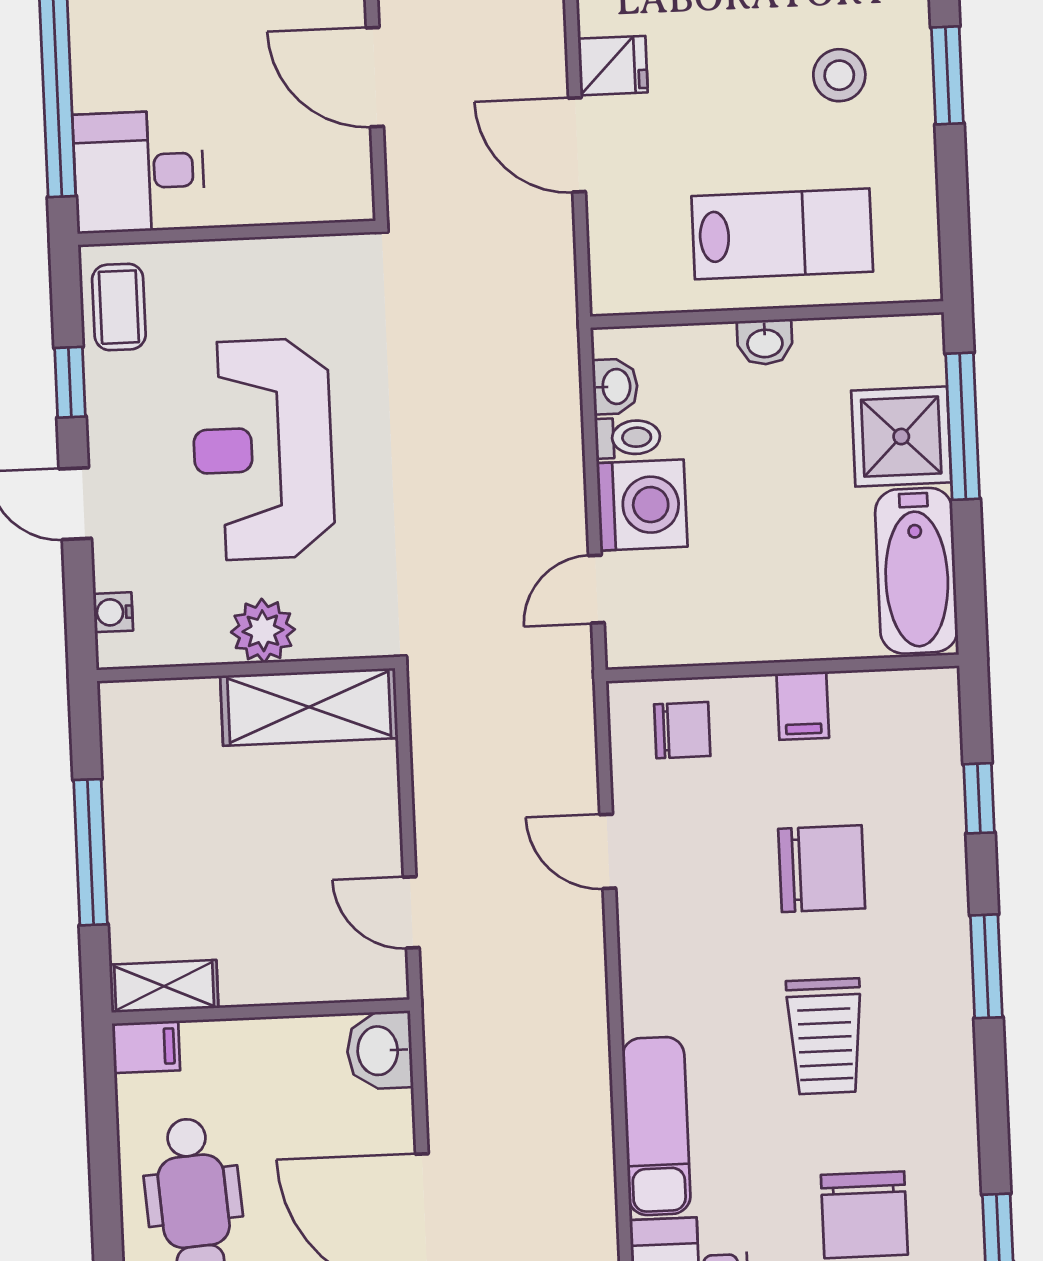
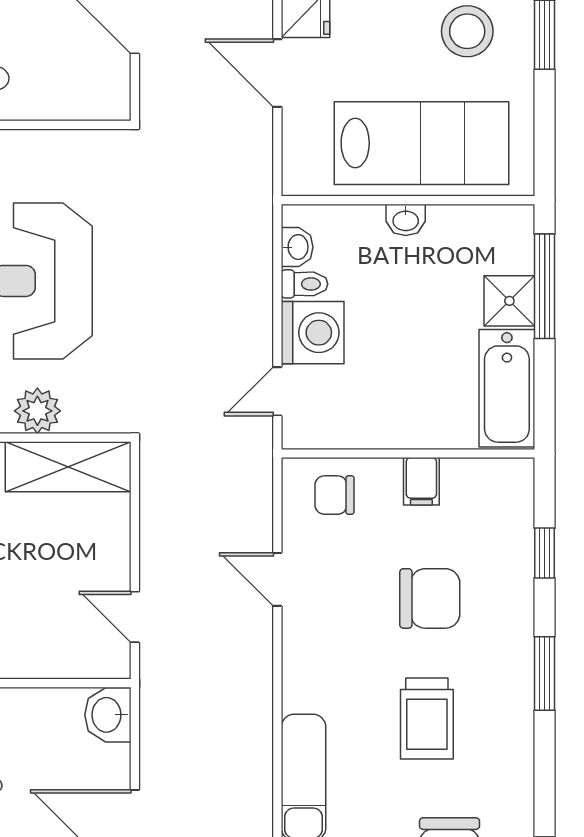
stool: (839, 75) -> (467, 31), width x1.38, depth x1.38
lab bench: (782, 234) -> (421, 143), width x1.36, depth x1.39
shower: (901, 437) -> (509, 301), width x0.73, depth x0.73
chair: (682, 730) -> (334, 495), turned 180

